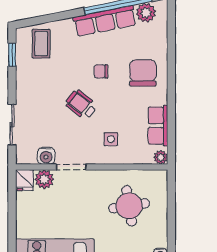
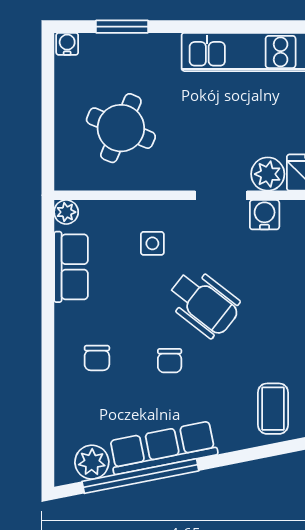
chair: (101, 71) -> (170, 361), turned 90
chair: (143, 73) -> (97, 358), width x0.54, depth x0.54
wheelchair: (81, 105) -> (204, 303), width x1.36, depth x1.37
round table: (129, 206) -> (121, 128), turned 32

